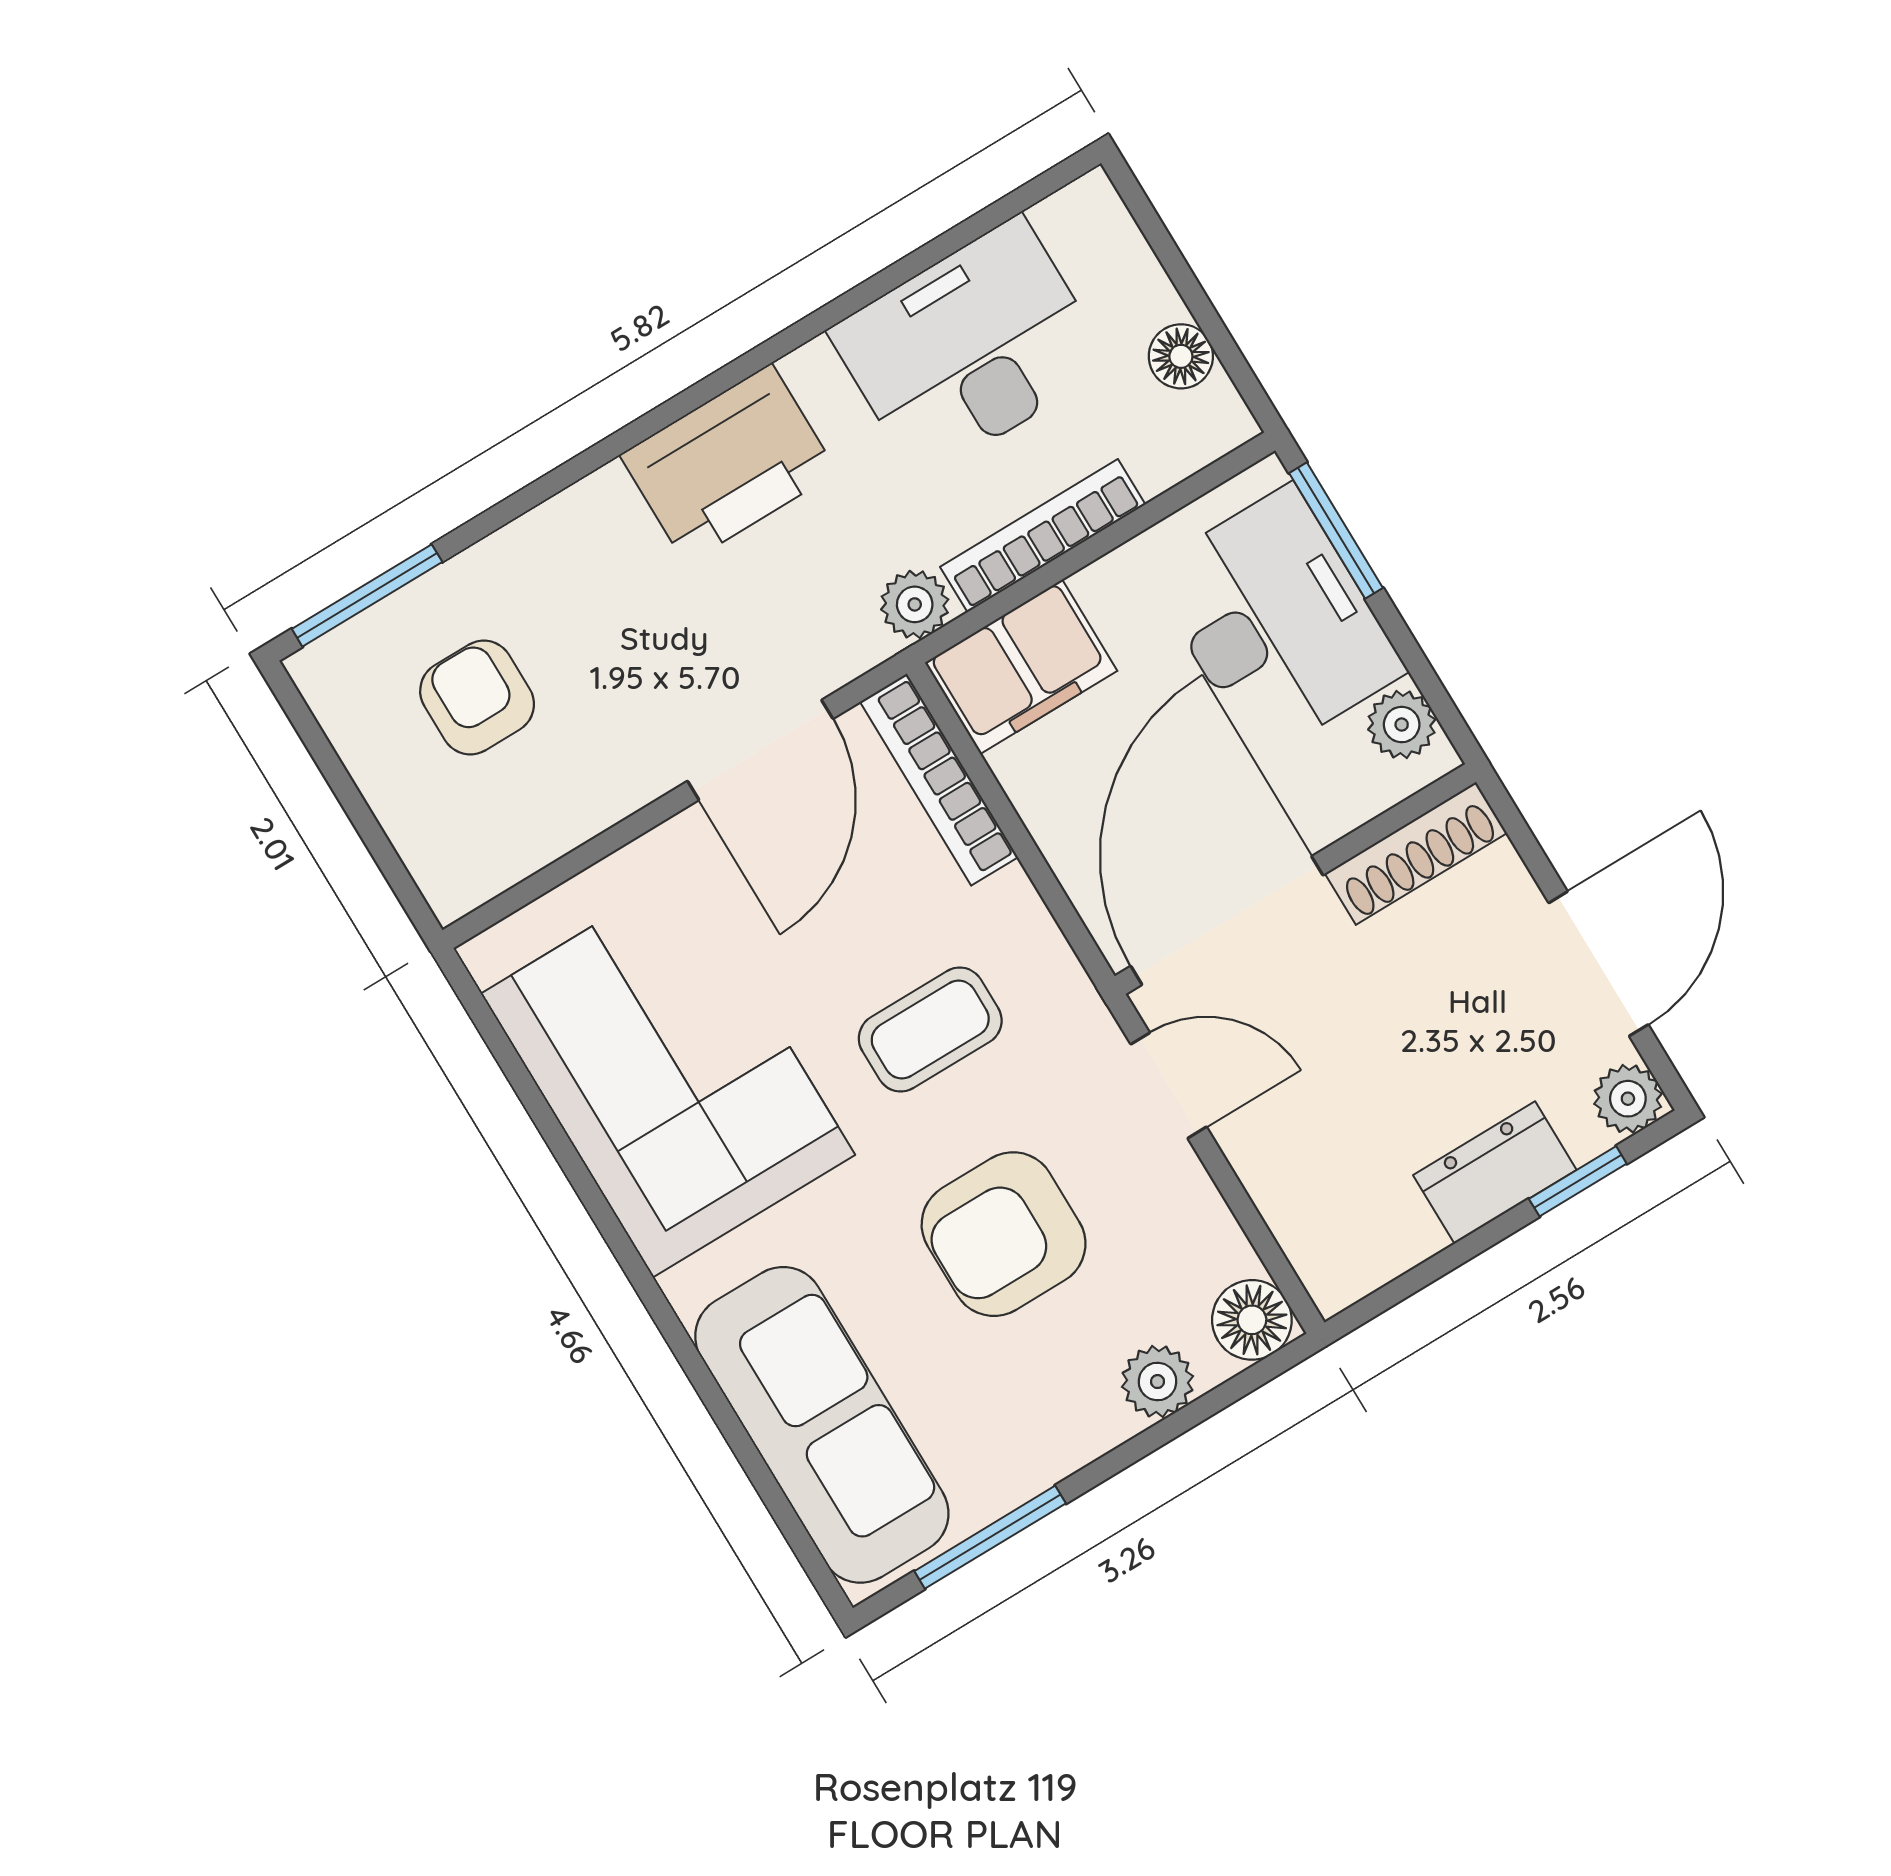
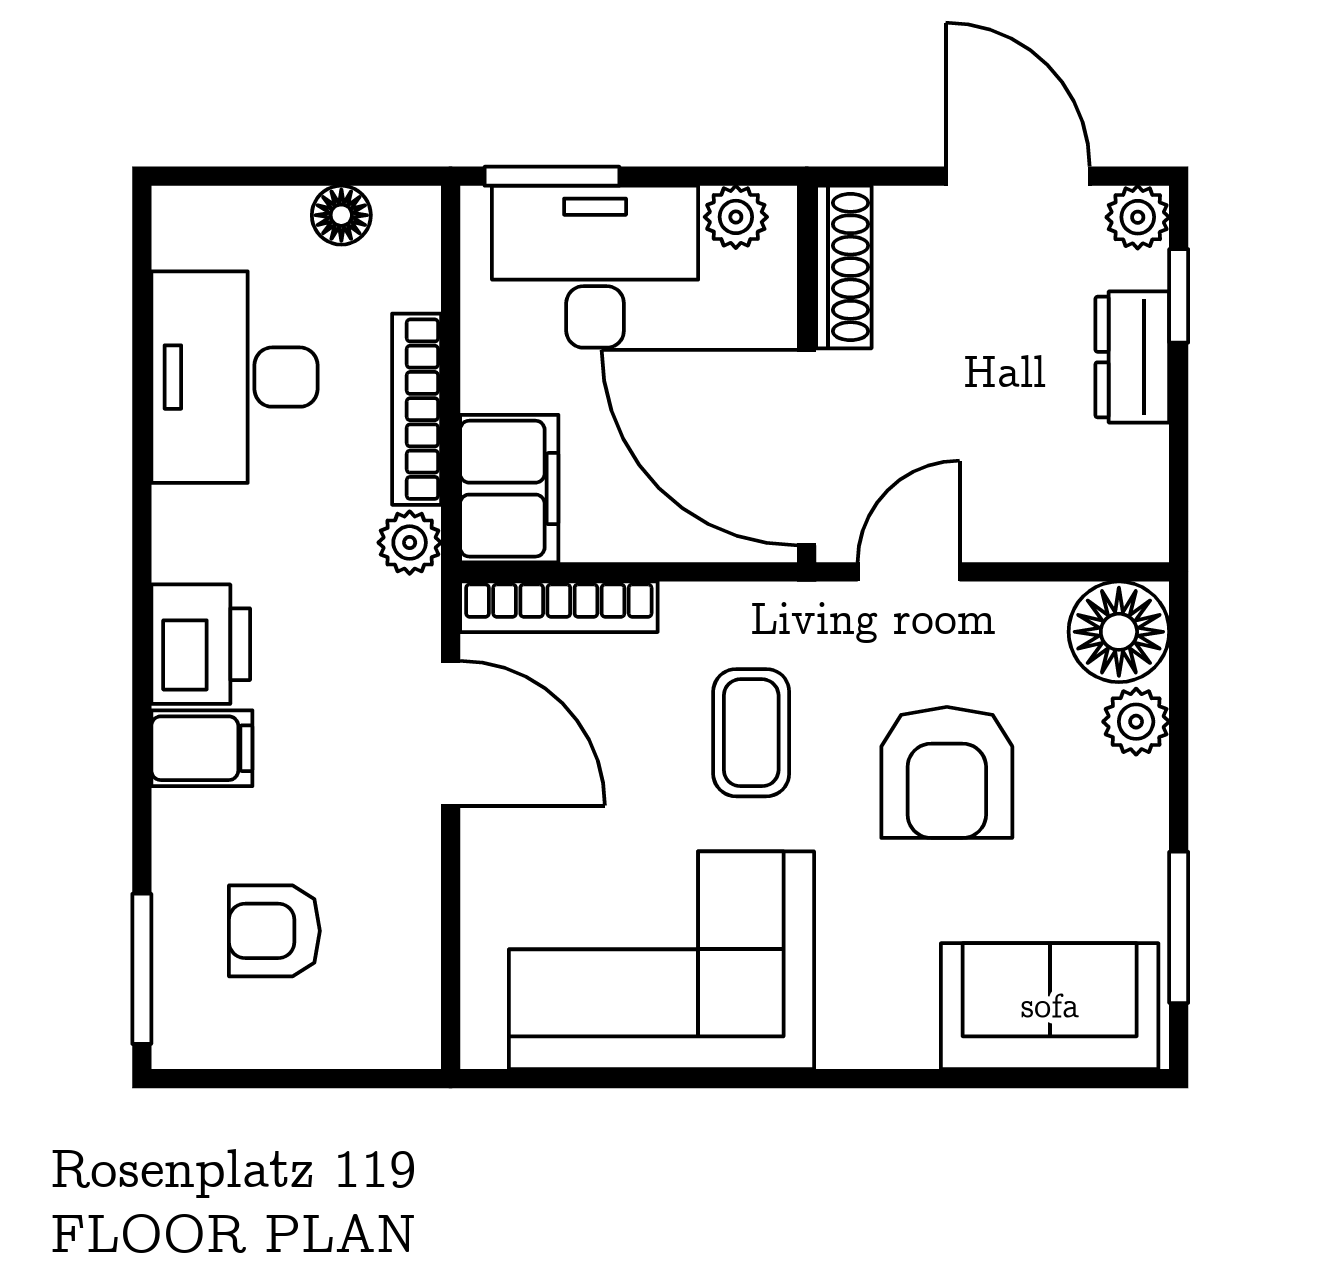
printer: (728, 464) -> (201, 644), width x0.73, depth x0.84
filing cabinet: (606, 527) -> (202, 748), added
floor lamp: (1252, 1320) -> (1119, 632), width x1.38, depth x1.38
sofa: (822, 1425) -> (1050, 1006), width x0.73

